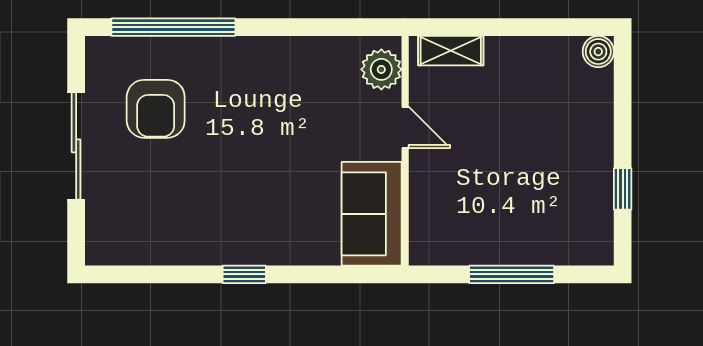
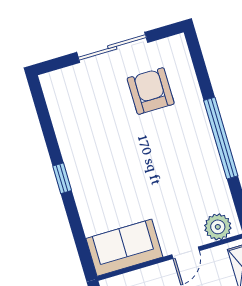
window: (173, 27) -> (221, 138), moved
armchair: (156, 109) -> (151, 91), turned 90

